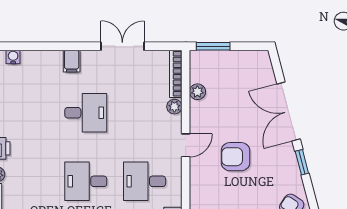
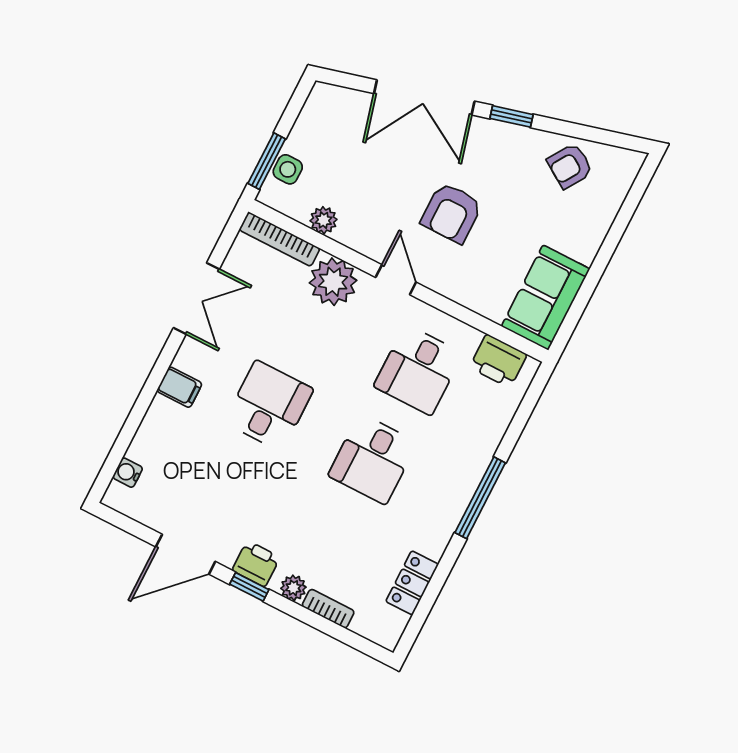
double door: (122, 46) -> (196, 299), swing flipped
side table: (214, 59) -> (288, 169), added
plant: (174, 107) -> (333, 282), width x1.87, depth x1.87

